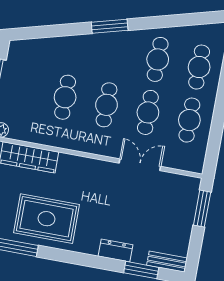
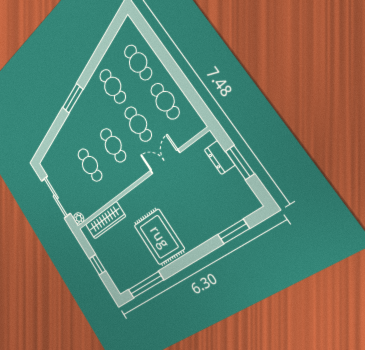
window: (202, 209) -> (240, 163), moved
rug: (47, 219) -> (159, 237), moved, turned 90
dresser: (116, 251) -> (220, 157), moved, turned -90
bench: (167, 262) -> (245, 210), removed

